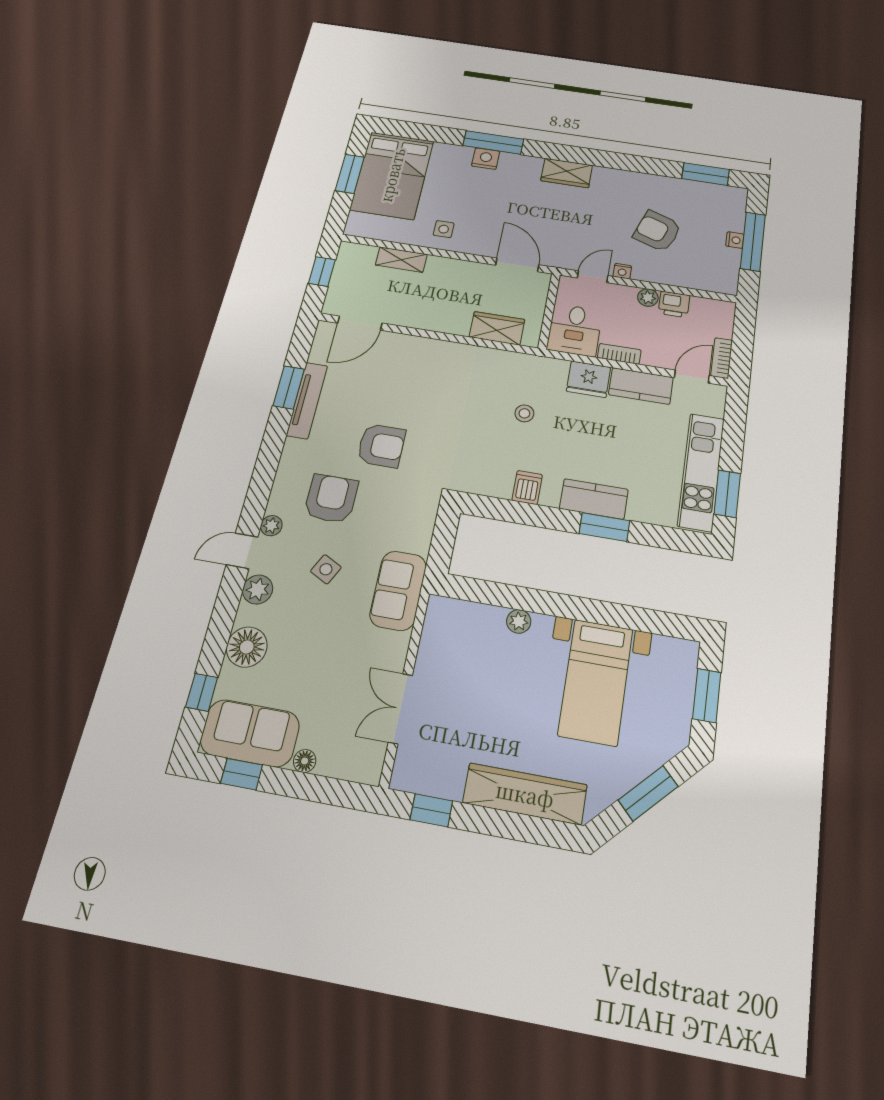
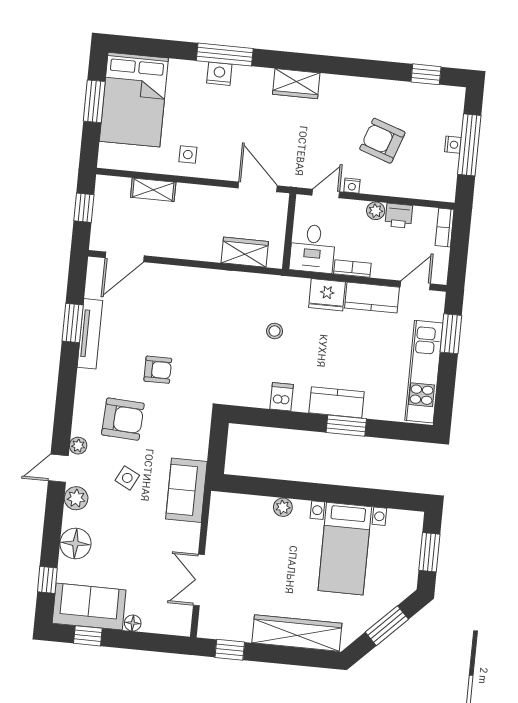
window: (706, 174) -> (426, 74), width x0.67
bookcase: (722, 358) -> (445, 228), moved
armchair: (381, 446) -> (158, 370), width x0.72, depth x0.72
window: (727, 494) -> (451, 334), moved
armchair: (331, 499) -> (123, 419), turned 93

